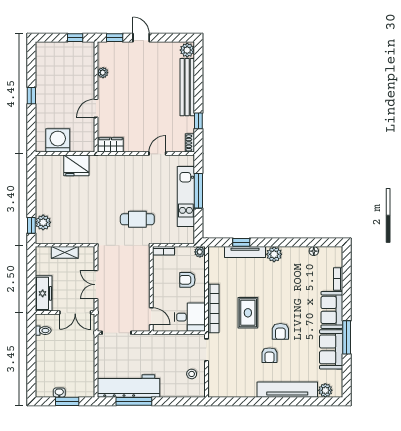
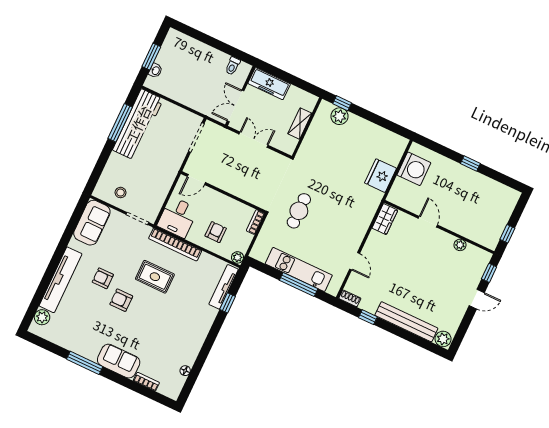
tv unit: (245, 252) -> (224, 287), moved
plant: (274, 254) -> (201, 330), removed
sofa: (331, 349) -> (92, 223), moved, turned 90
washbasin: (59, 393) -> (155, 71), moved

